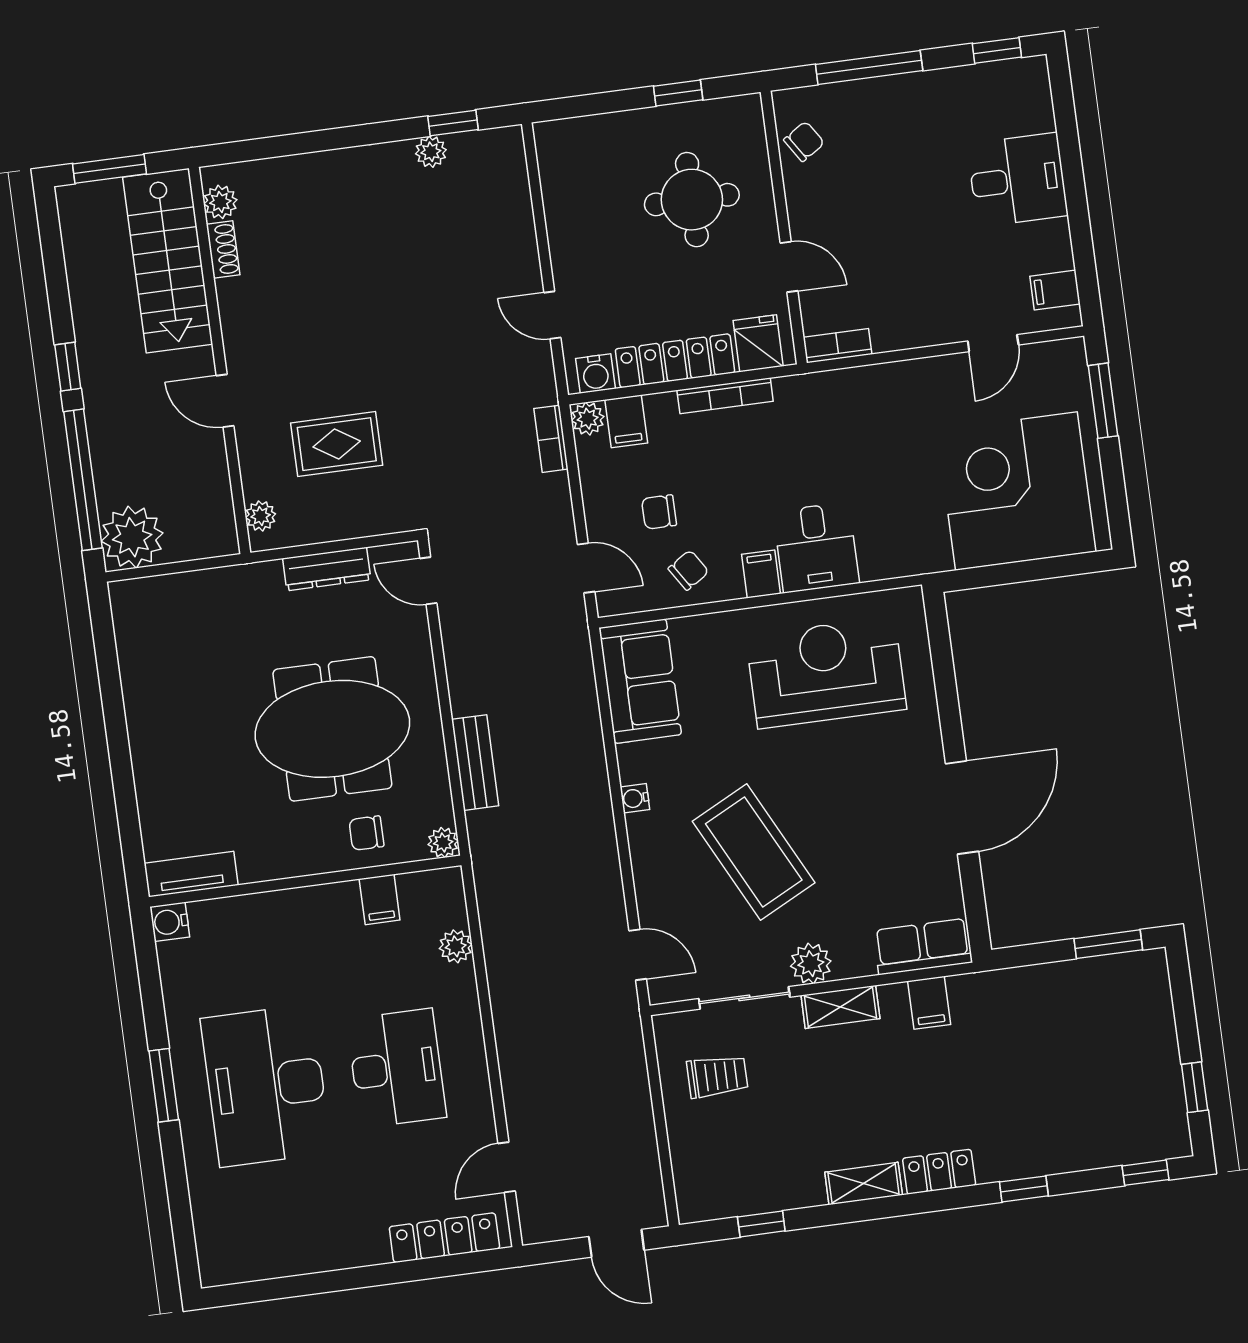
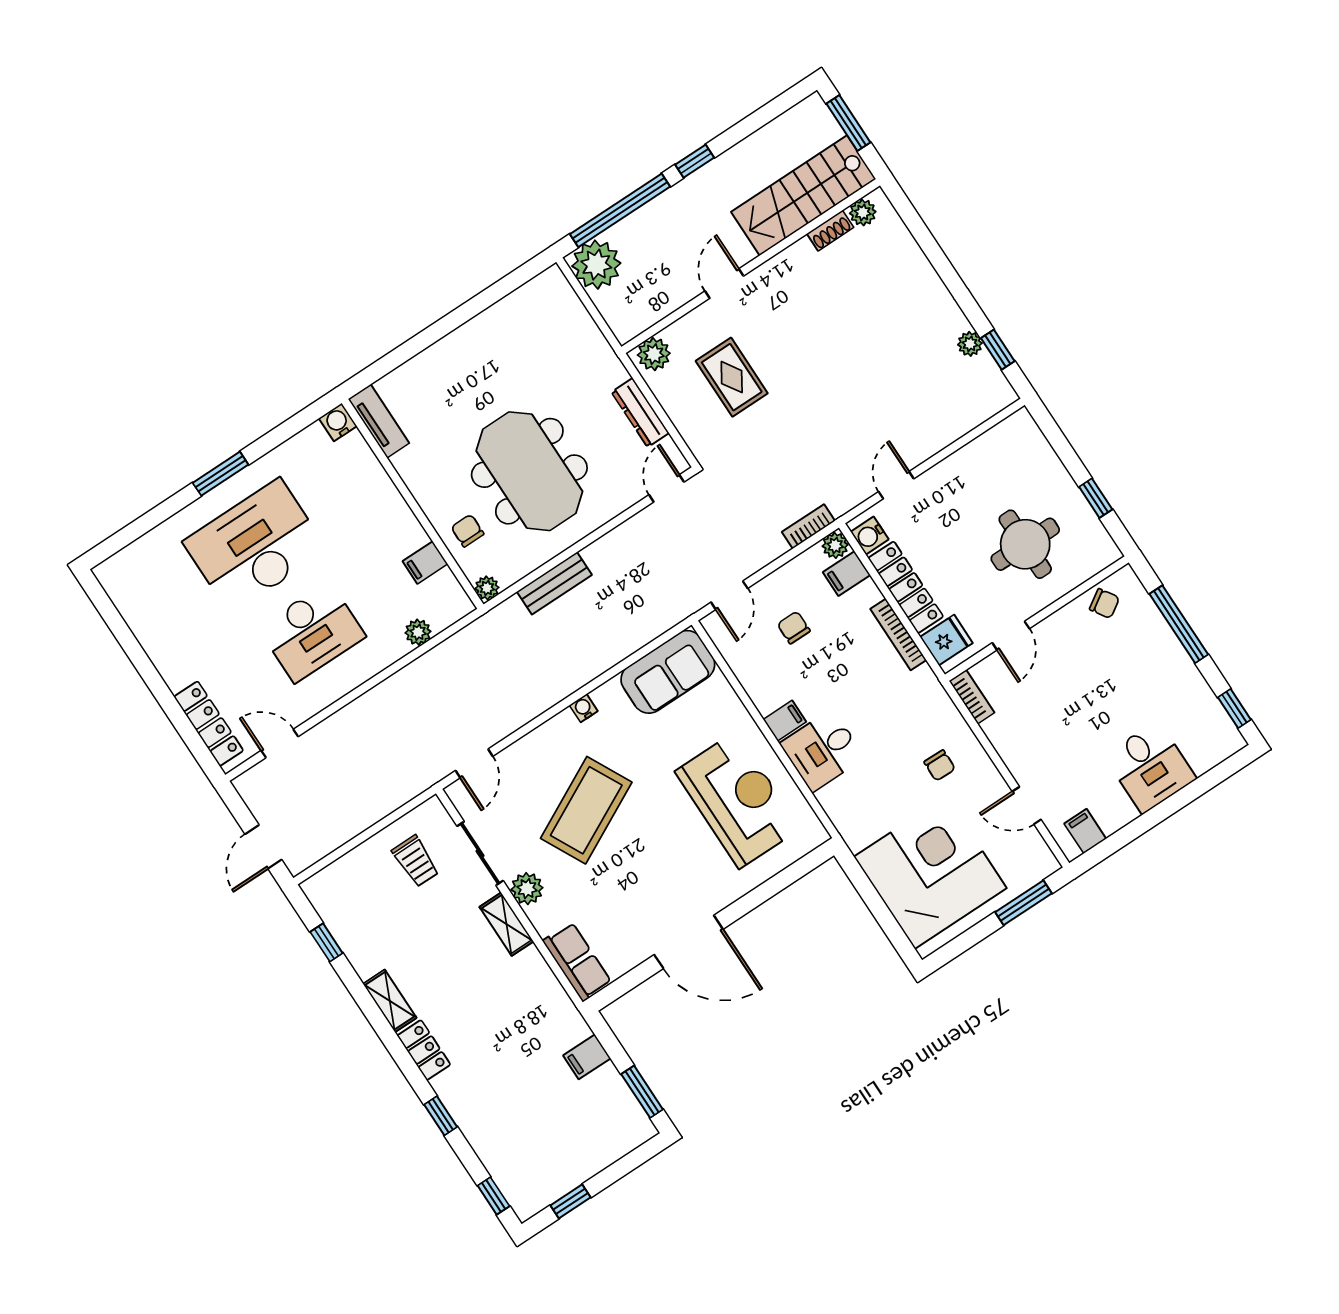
plant: (261, 516) -> (654, 354), width x1.38, depth x1.38
chair: (688, 570) -> (940, 765), moved, turned 34
filing cabinet: (929, 1003) -> (587, 1057), moved

